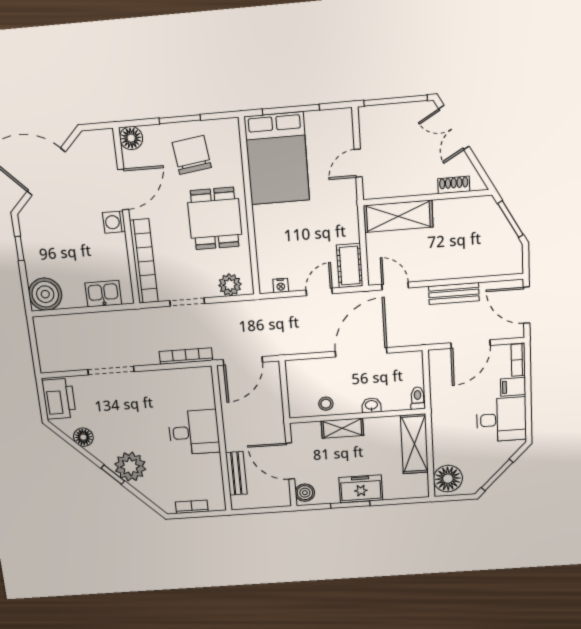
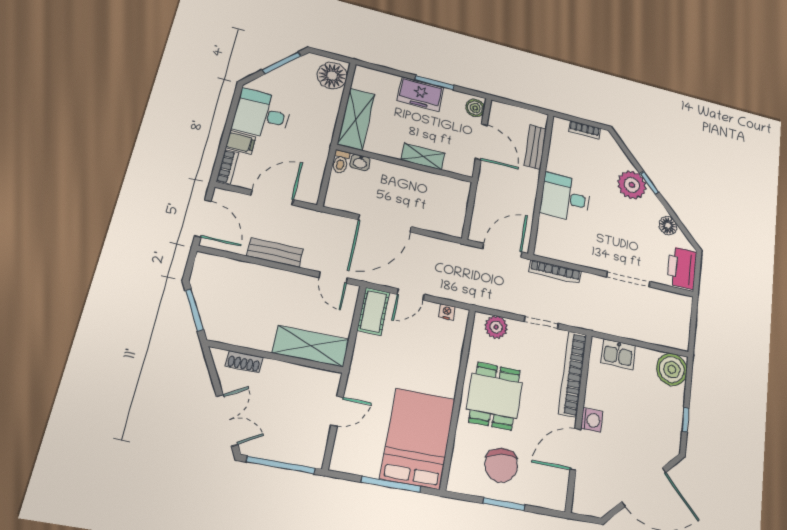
floor lamp: (131, 138) -> (556, 498), removed
stool: (326, 404) -> (433, 185), removed
washbasin: (371, 405) -> (360, 162), moved

